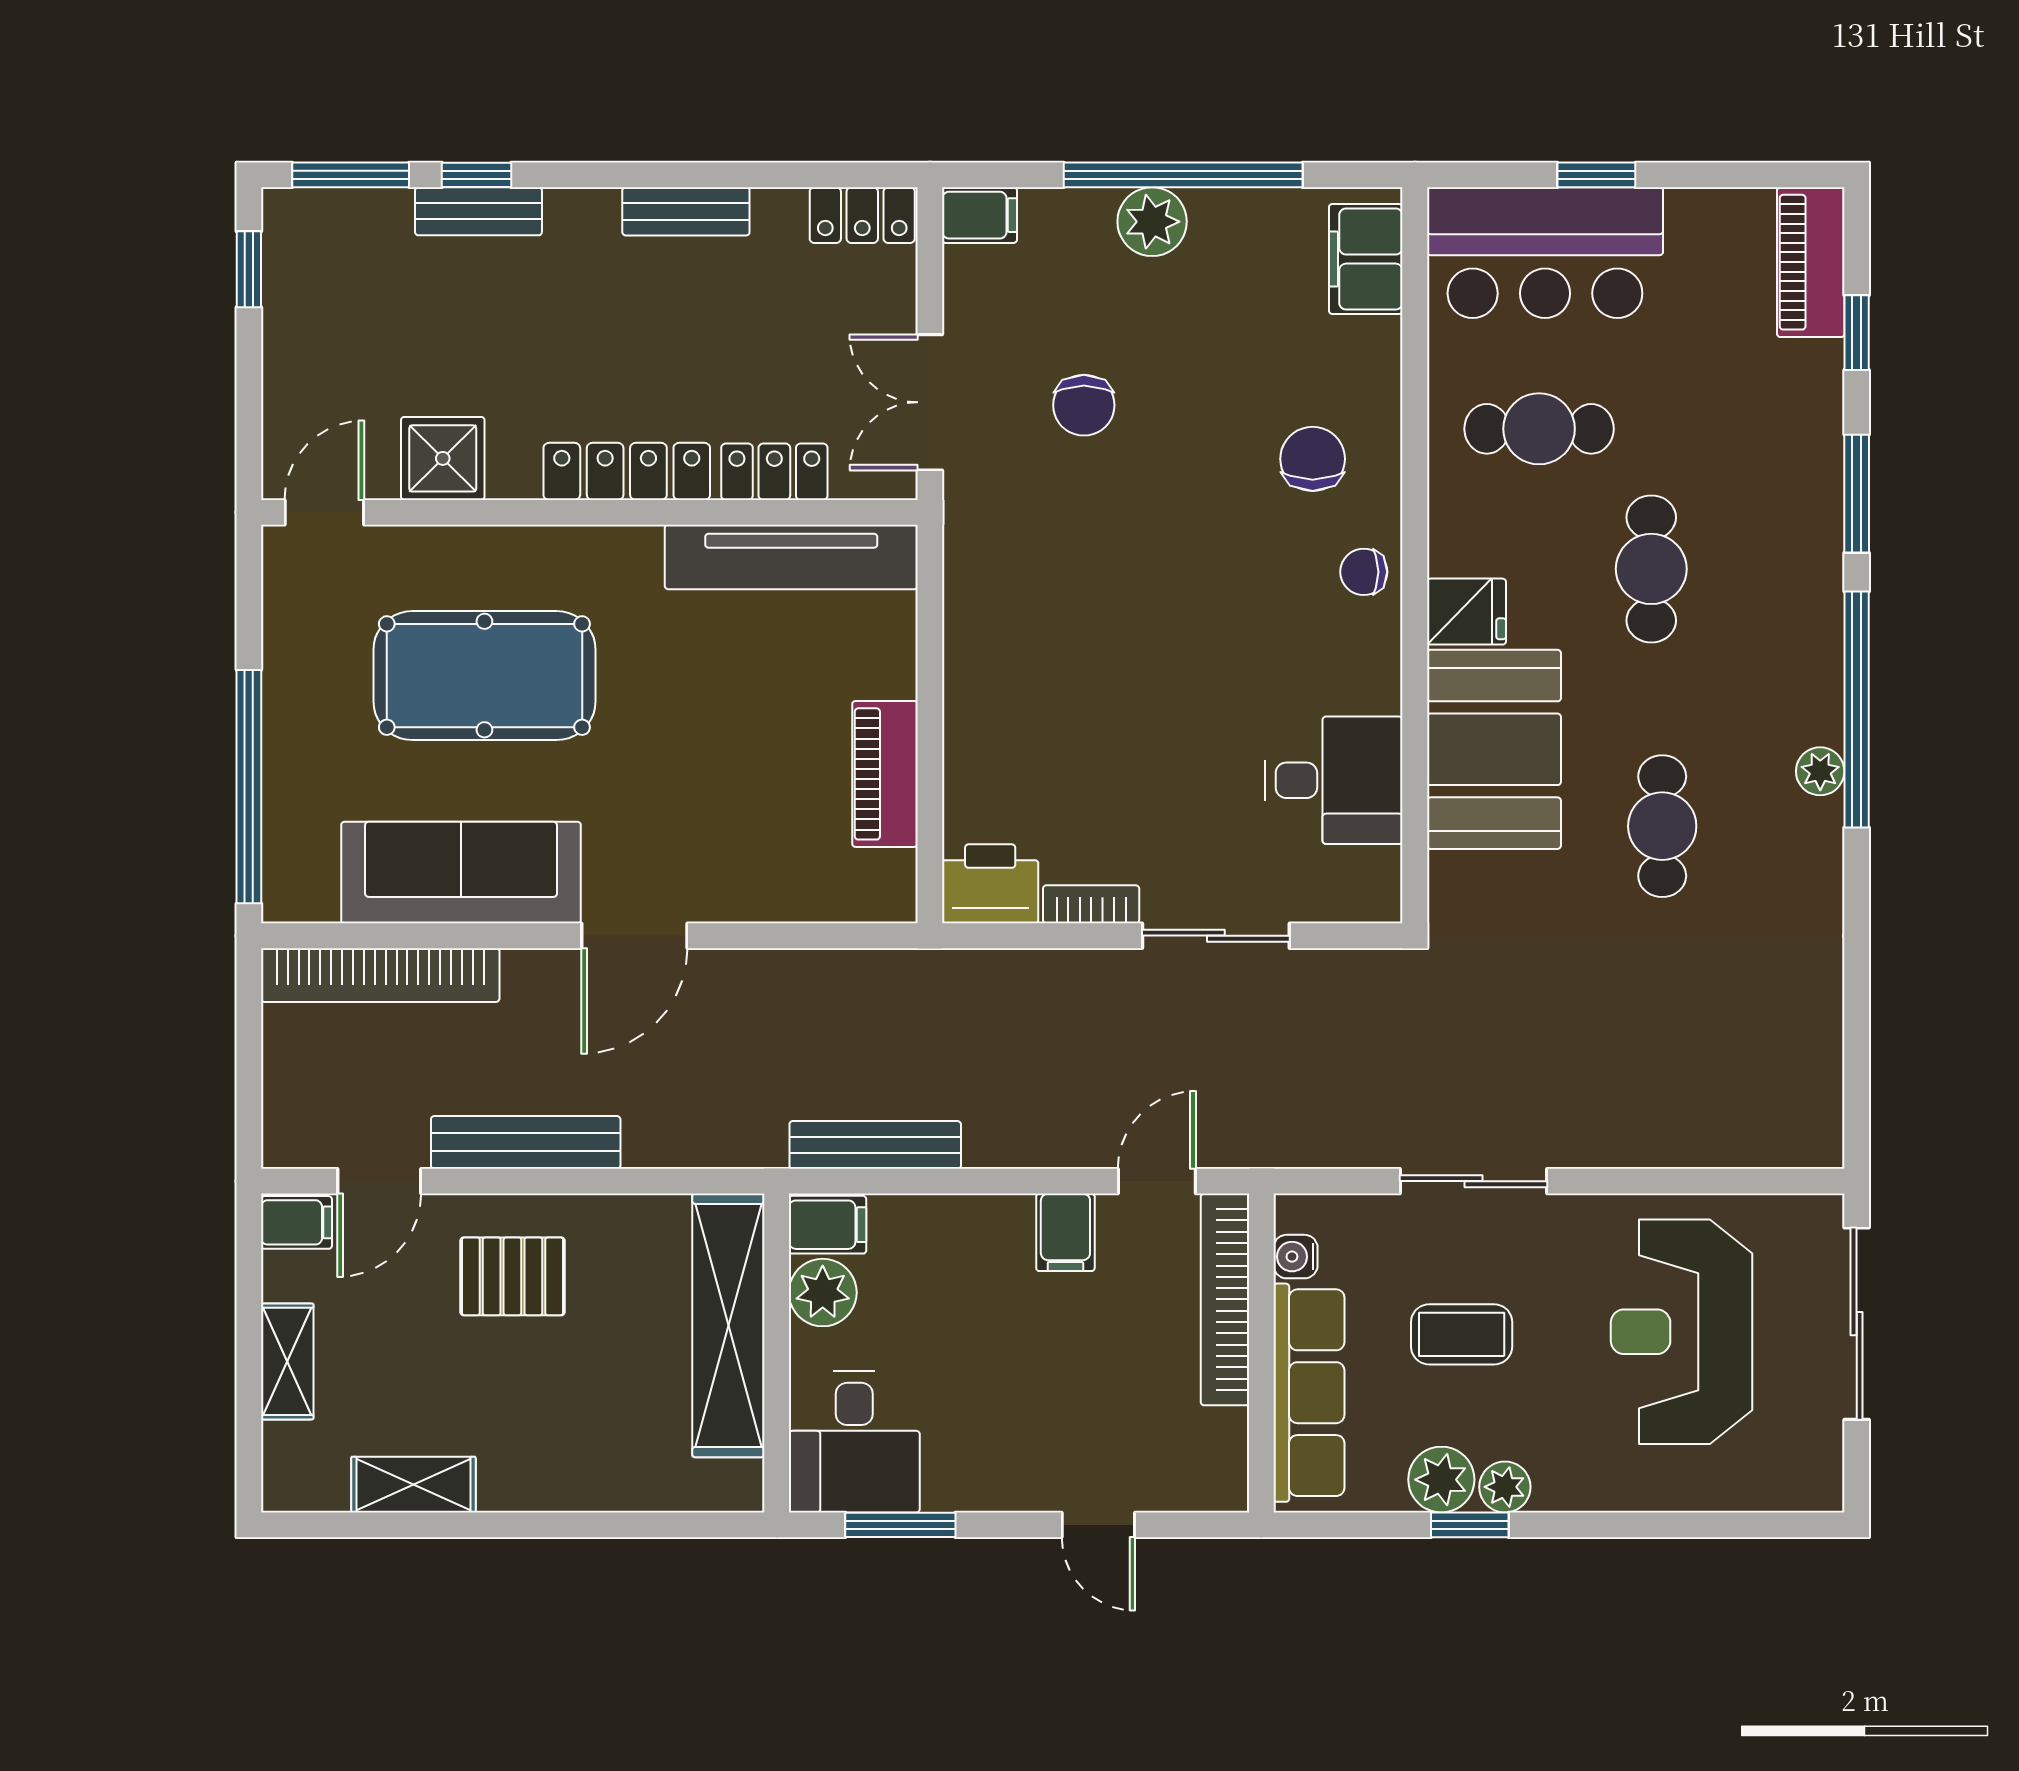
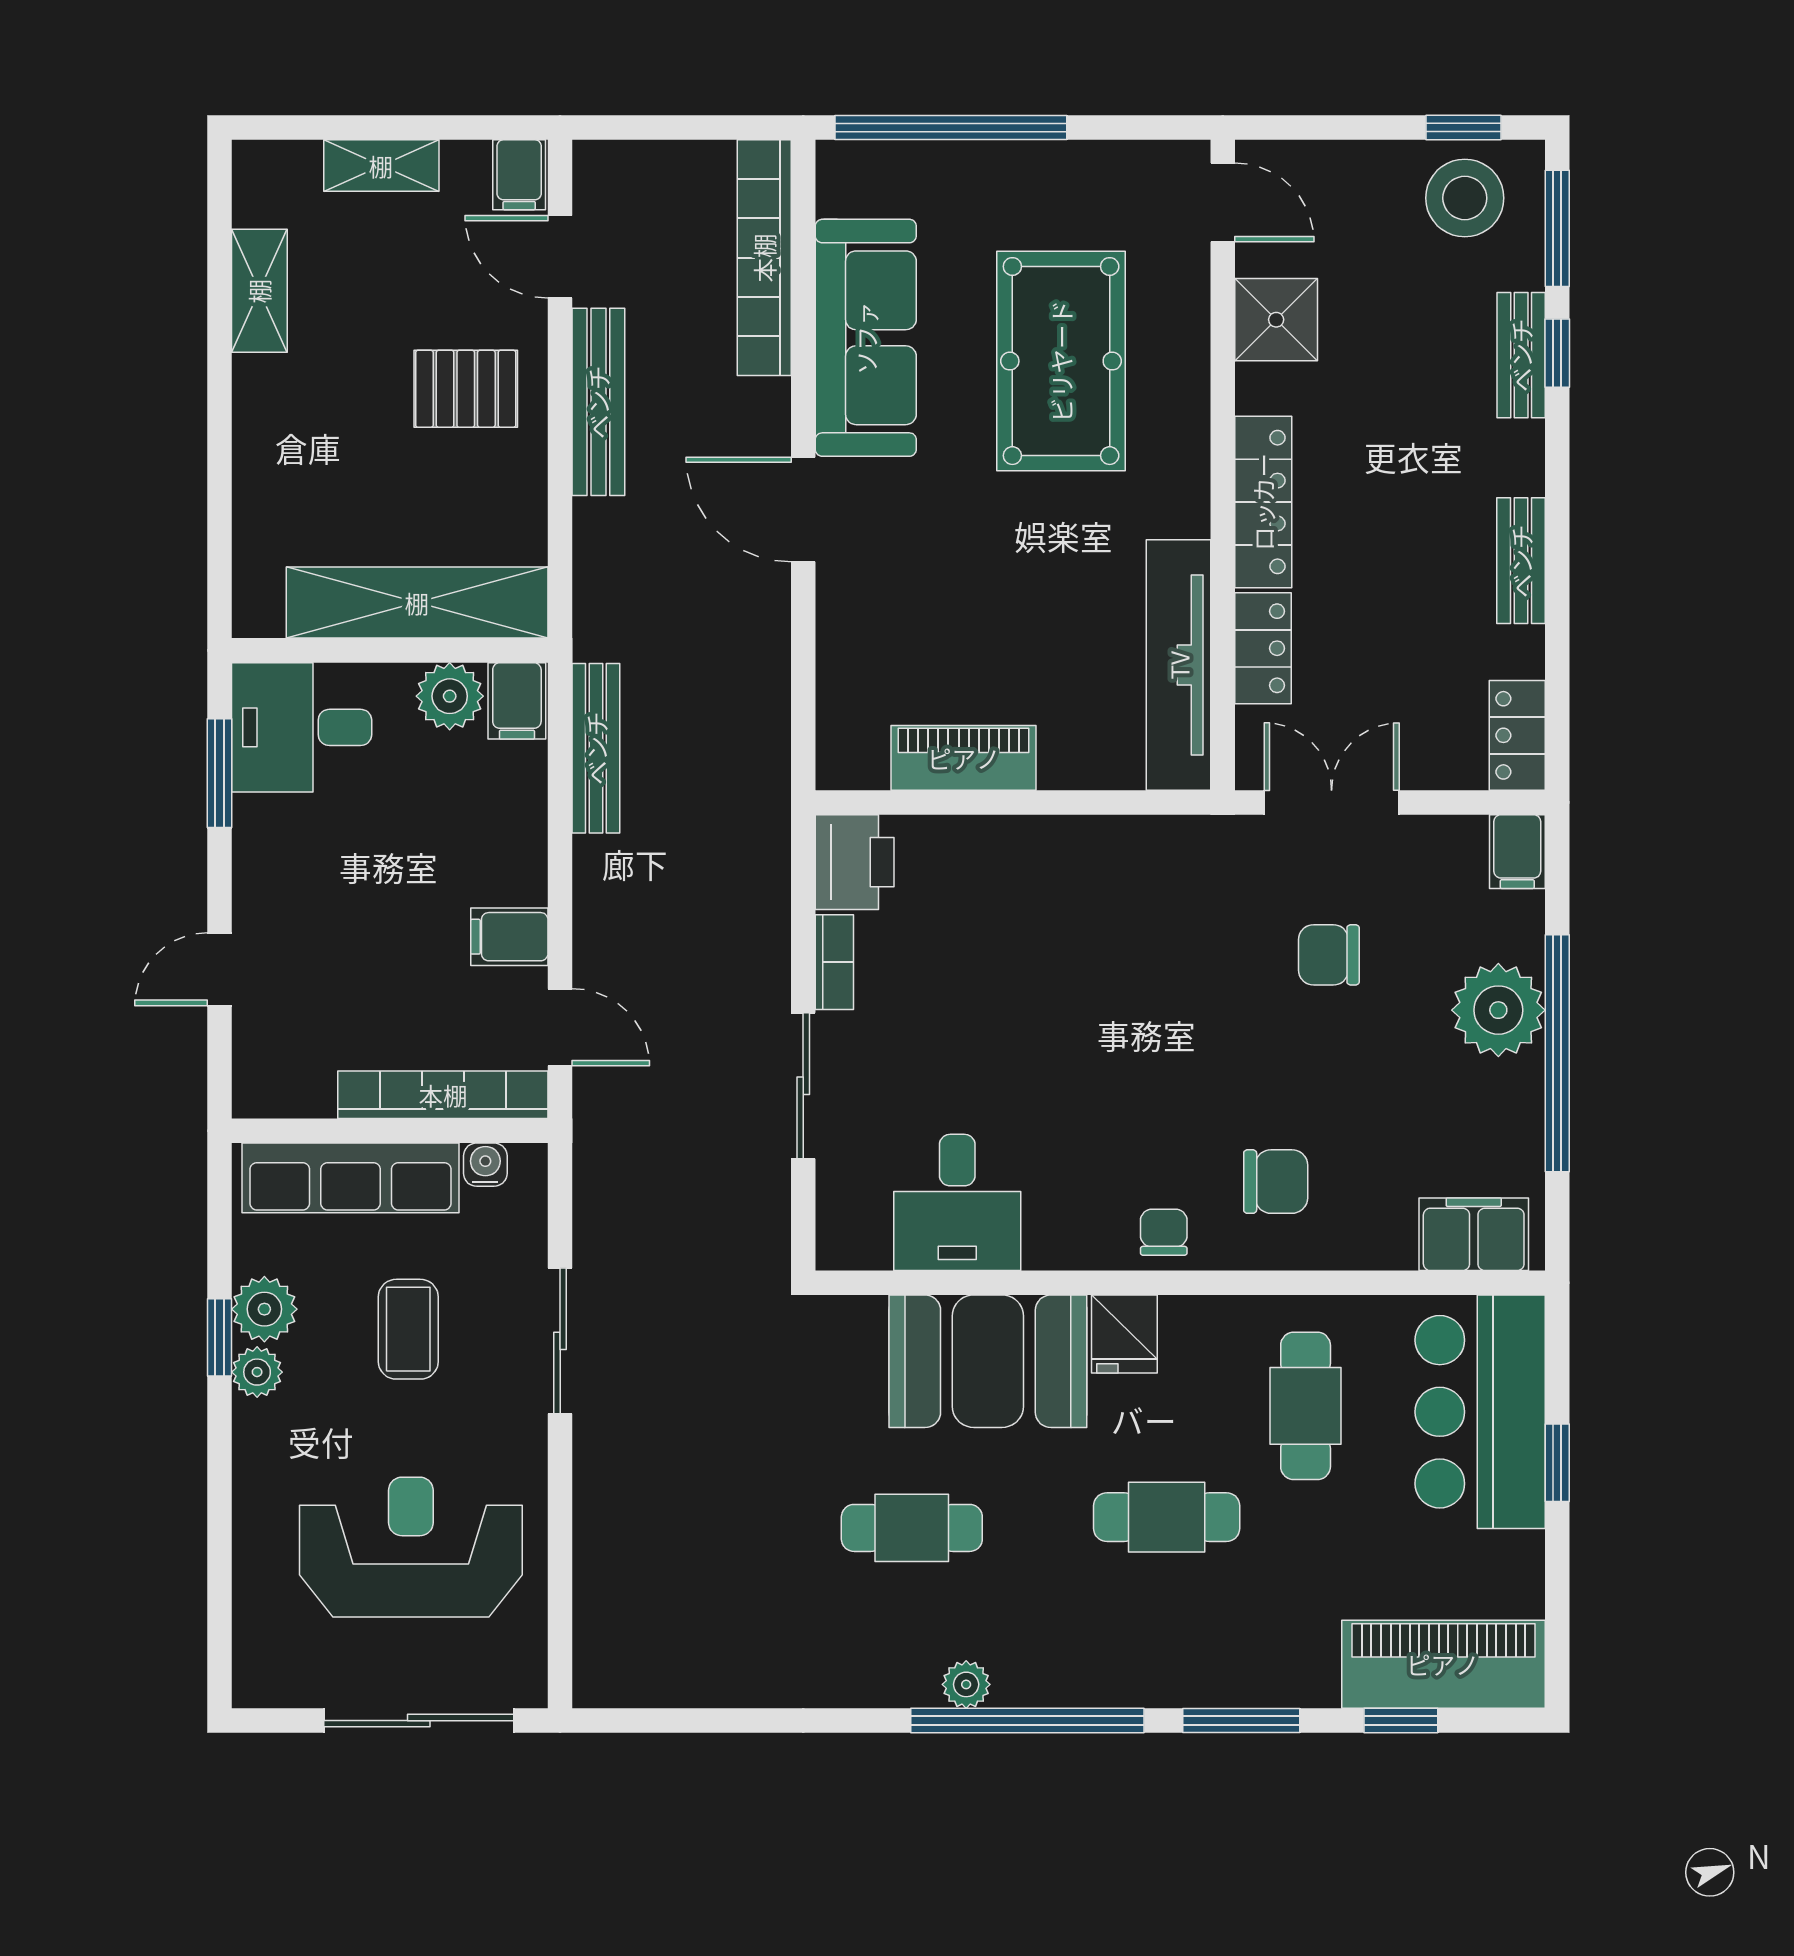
plant: (1152, 222) -> (1498, 1010), width x1.36, depth x1.36
piano: (1811, 262) -> (1443, 1664), width x1.37, depth x1.33
stool: (320, 268) -> (1465, 198), added
pallet: (512, 1276) -> (466, 389), turned 90

